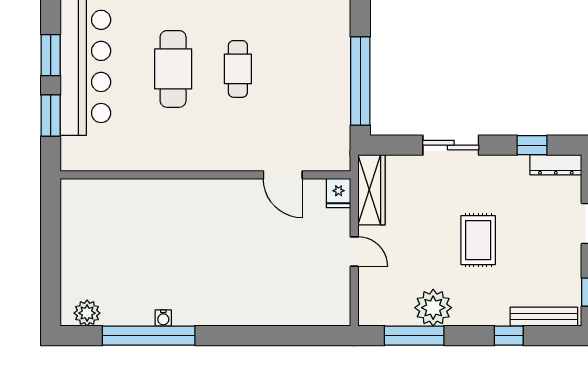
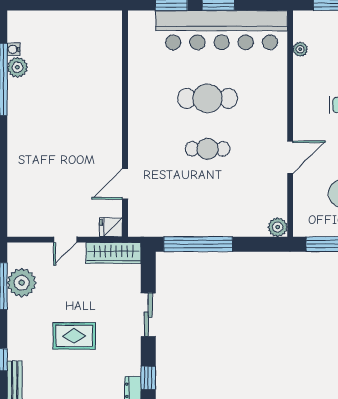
plant: (433, 308) -> (22, 283), moved
plant: (87, 313) -> (17, 67), moved
water cooler: (163, 318) -> (14, 49), moved

